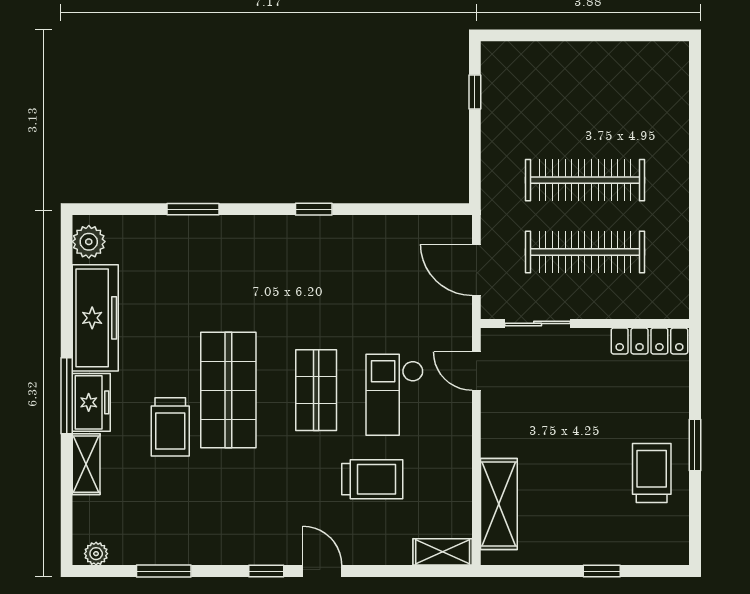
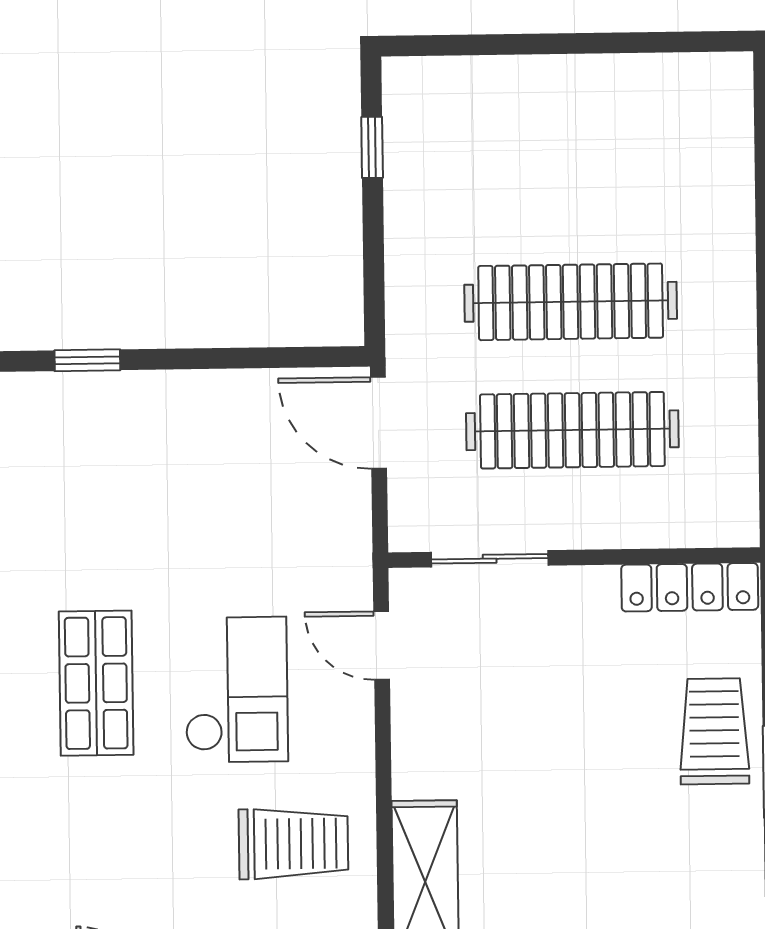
door: (476, 270) -> (378, 423), moved
checkout: (395, 395) -> (236, 690), turned 180
trolley: (652, 473) -> (714, 731), moved
trolley: (372, 479) -> (294, 844), moved

